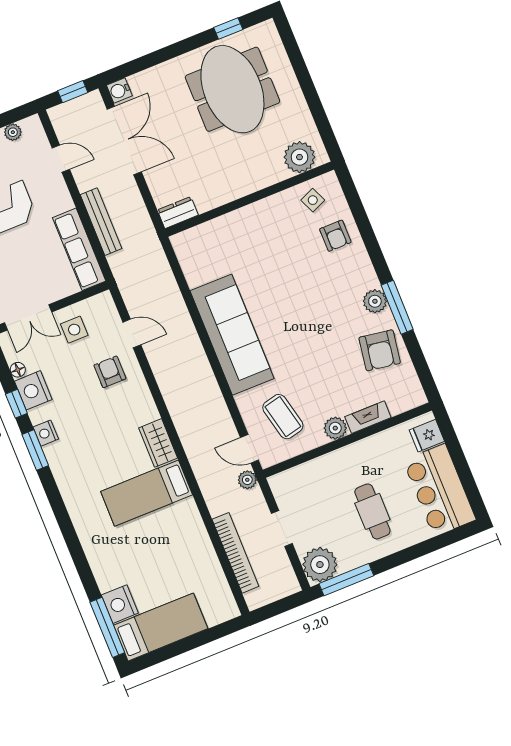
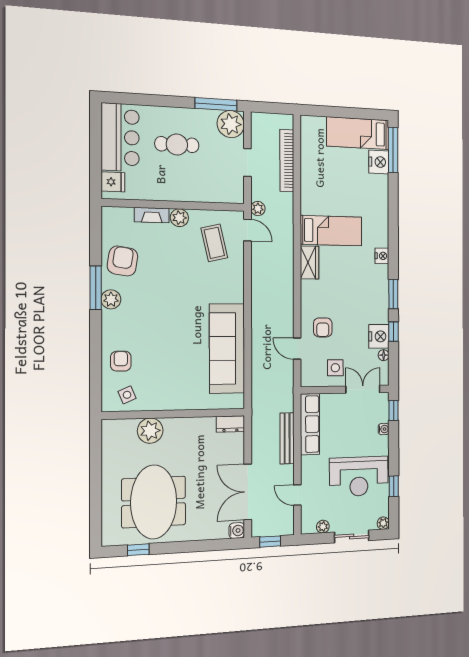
plant: (299, 157) -> (150, 431), moved
sofa: (232, 335) -> (227, 348), moved
nightstand: (46, 433) -> (382, 256), moved
cafe table: (372, 511) -> (177, 145), turned 90

